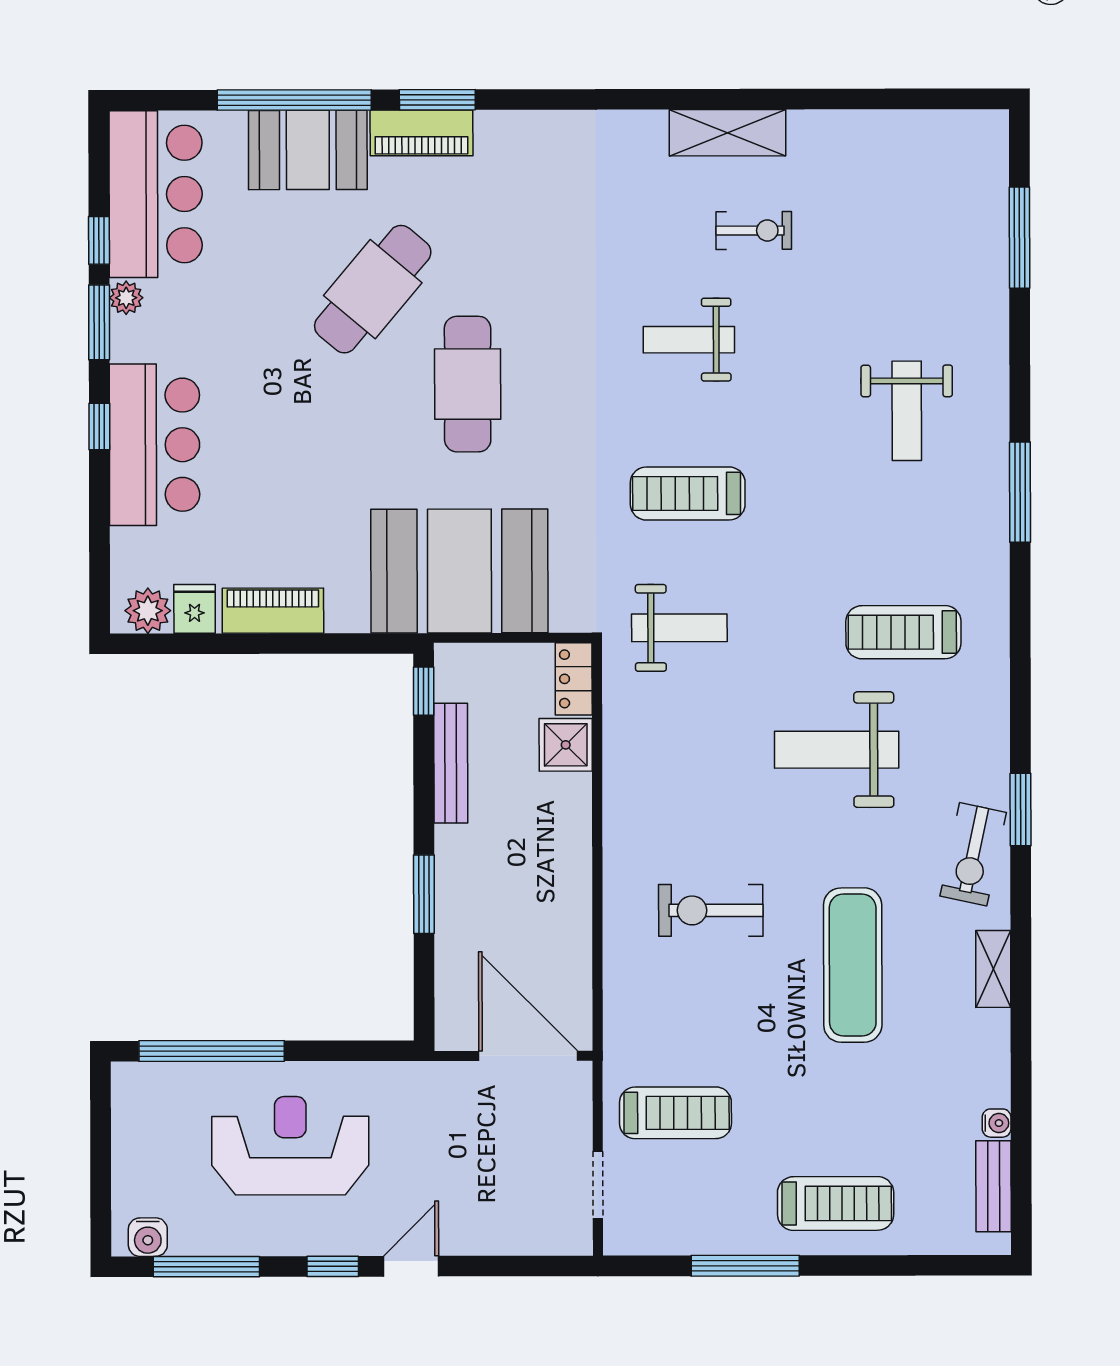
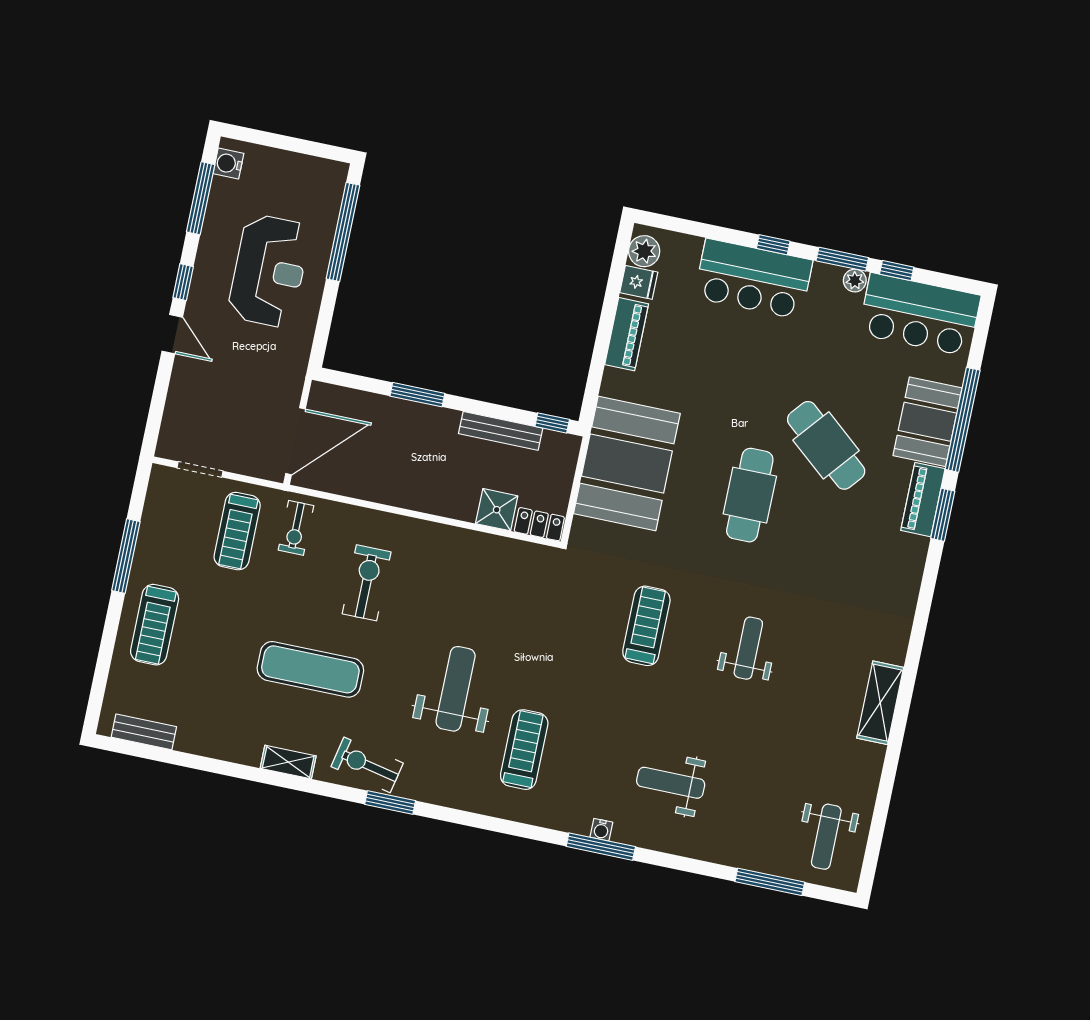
exercise bike: (754, 231) -> (296, 528), moved
cafe table: (468, 384) -> (750, 495), turned 90
weight bench: (679, 628) -> (826, 837), moved
water cooler: (997, 1123) -> (601, 830), moved

